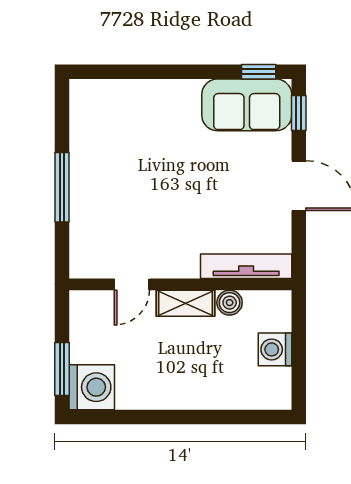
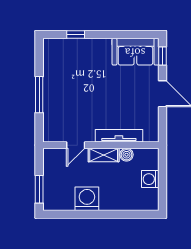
window: (259, 72) -> (76, 35), moved
tv unit: (246, 266) -> (119, 136), moved
washing machine: (92, 387) -> (87, 199), moved, turned -90

